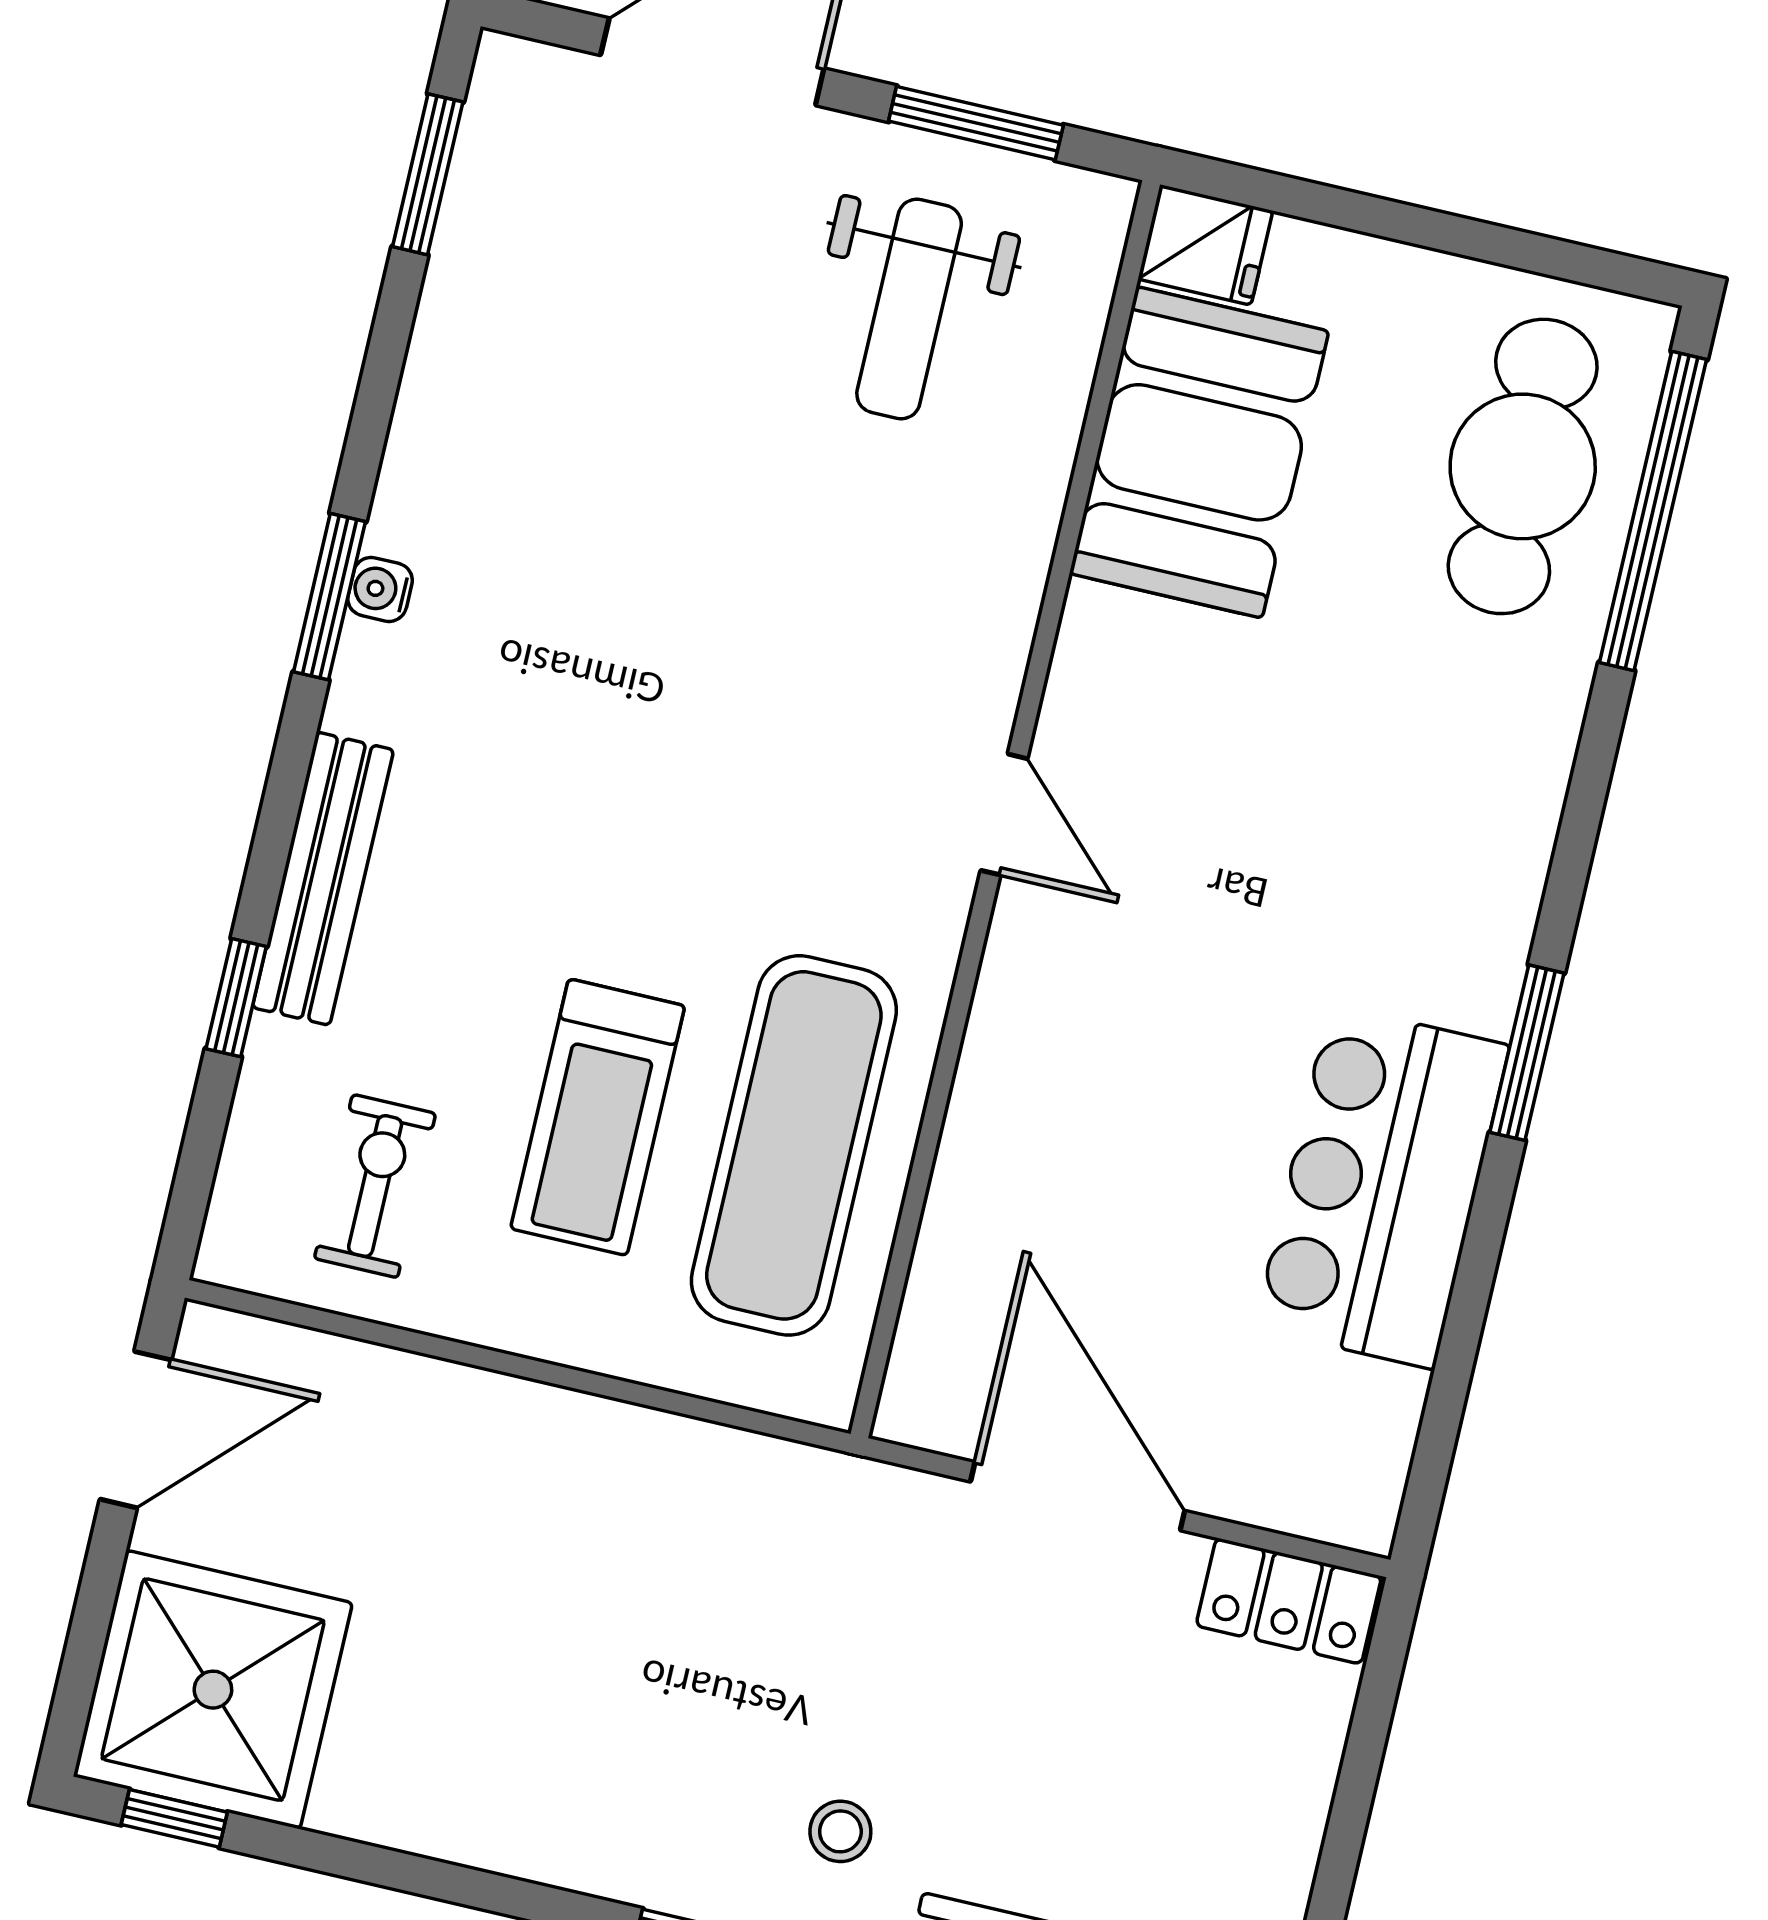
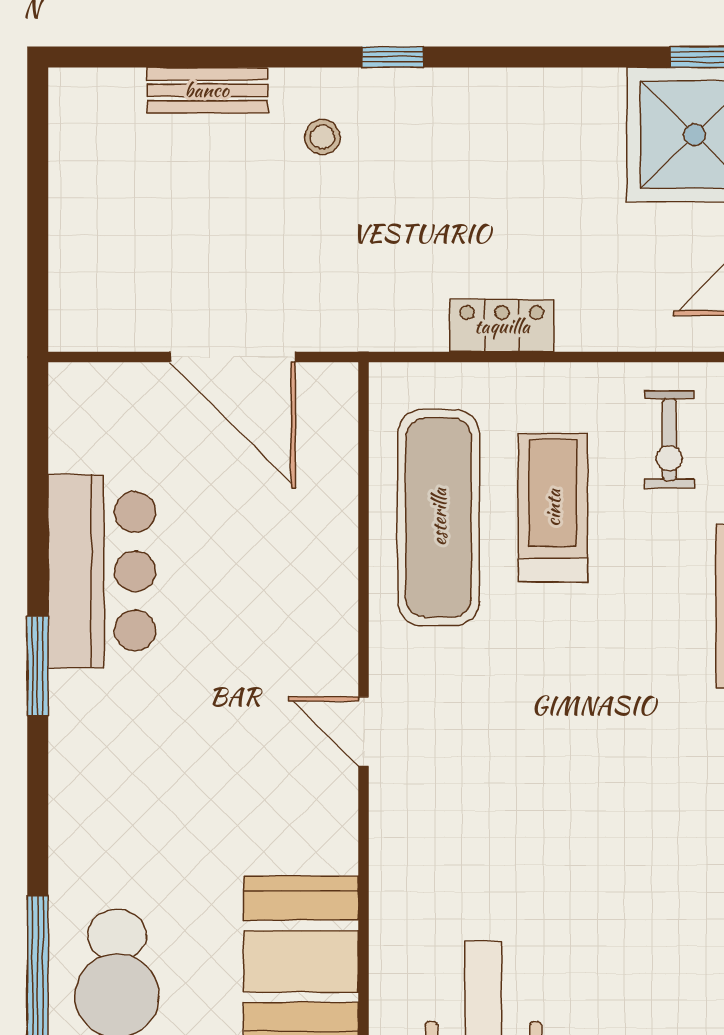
locker: (1289, 1601) -> (502, 326), moved

